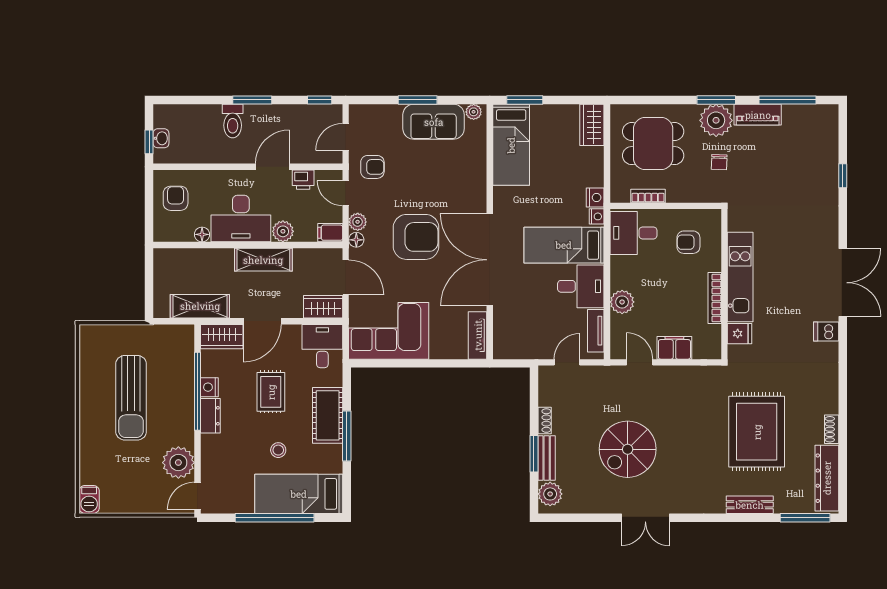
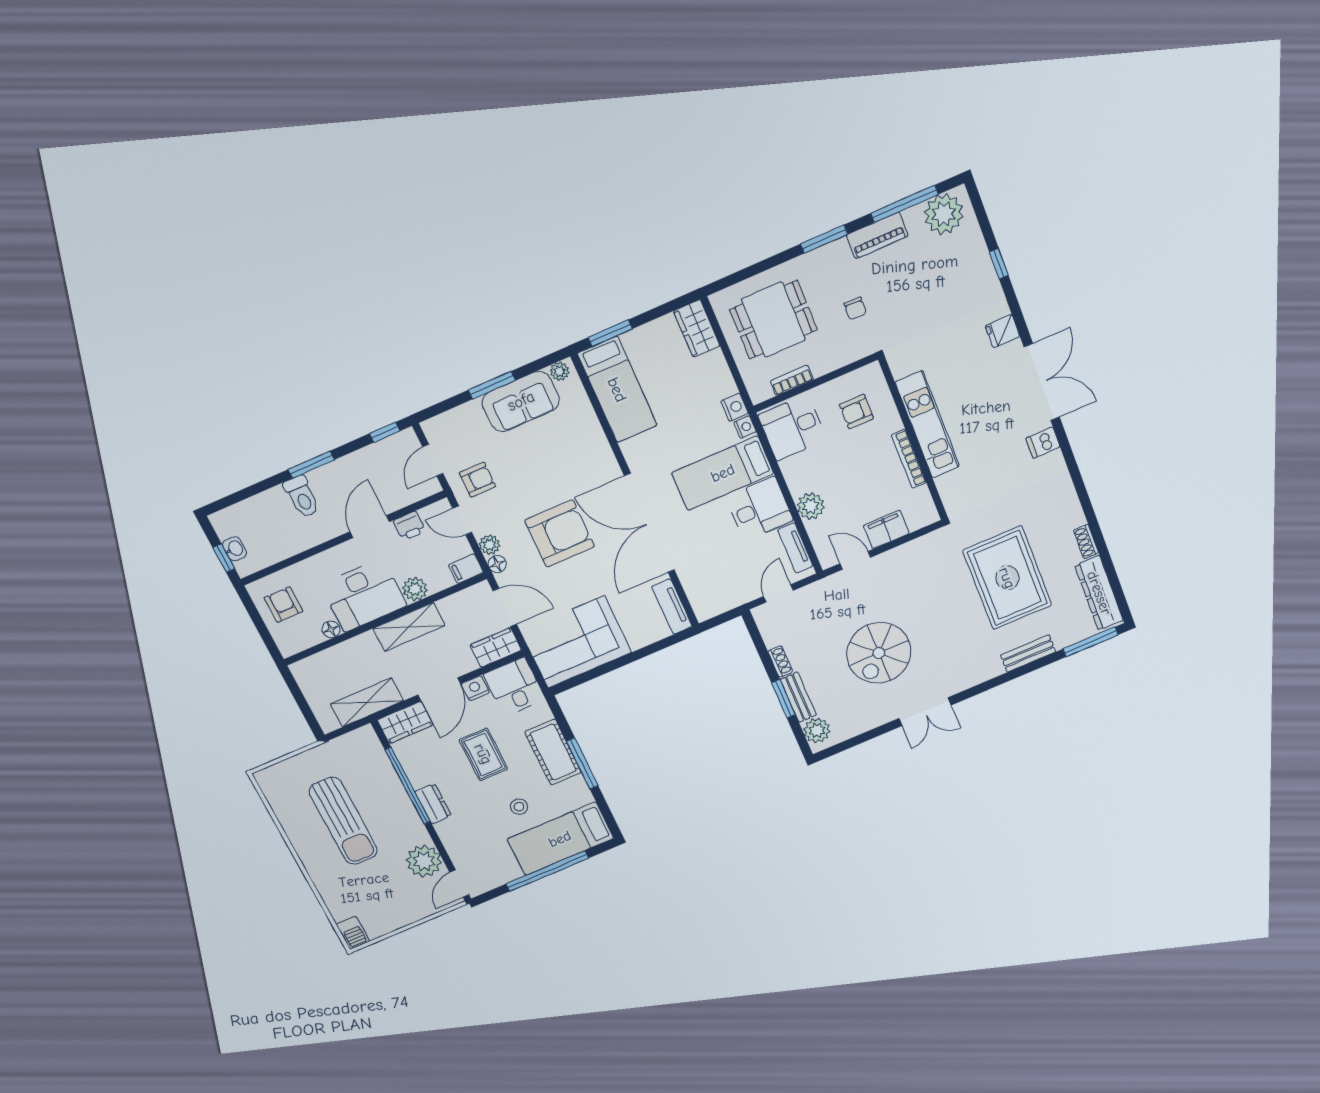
plant: (716, 120) -> (944, 214), moved
fridge: (740, 334) -> (1003, 331), moved, turned 180
nightstand: (209, 387) -> (475, 688), moved, turned 90

